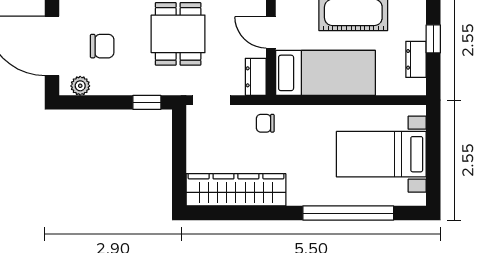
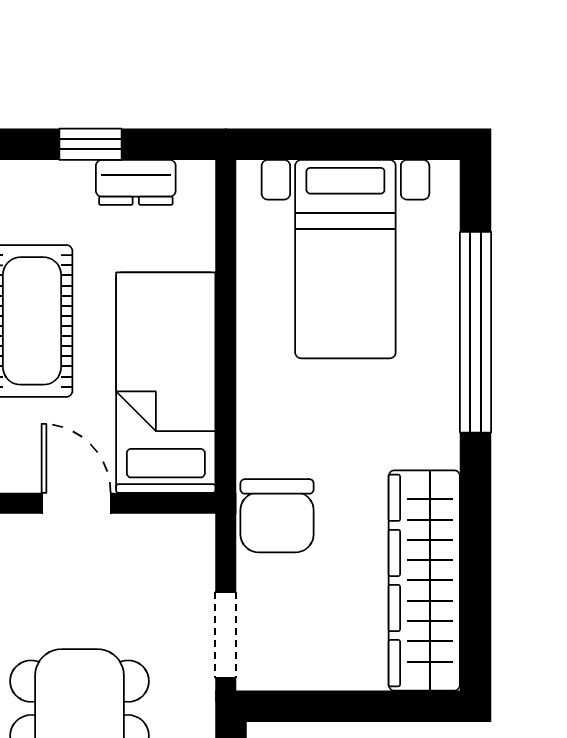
door: (271, 32) -> (76, 503), swing flipped
dresser: (256, 77) -> (175, 537), removed
chair: (265, 123) -> (277, 516), width x1.87, depth x1.87

